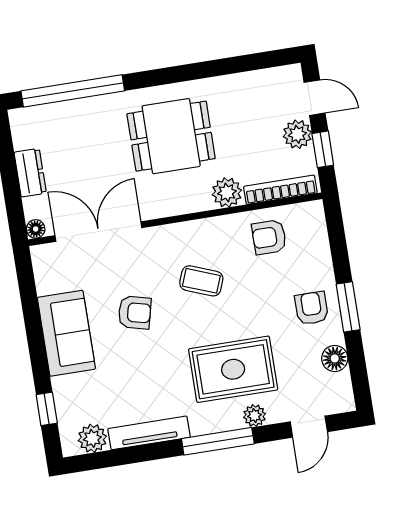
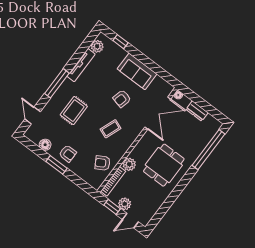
armchair: (269, 237) -> (102, 163), turned -120
rug: (233, 369) -> (74, 111), width x0.73, depth x0.70
plant: (255, 416) -> (53, 102), removed

